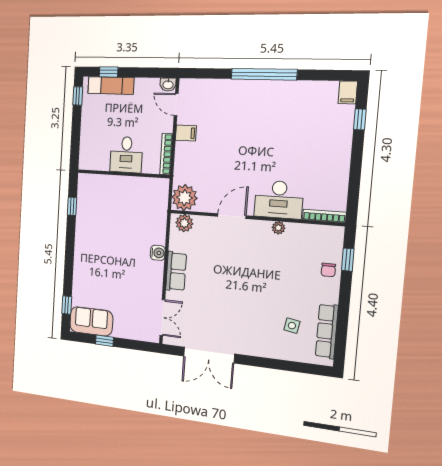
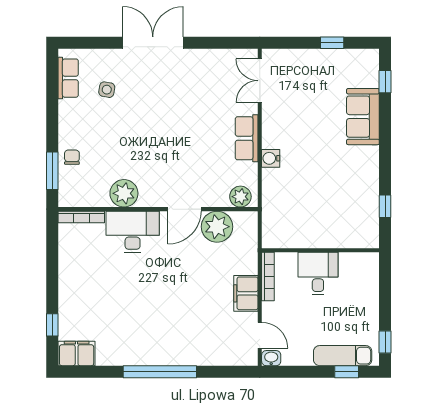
filing cabinet: (348, 92) -> (77, 353), width x2.00
filing cabinet: (186, 133) -> (246, 293), width x2.00
plant: (185, 198) -> (217, 227), moved
plant: (278, 228) -> (124, 193), width x1.87, depth x1.87
window: (348, 260) -> (52, 171), width x1.50
sofa: (91, 321) -> (363, 117), moved, turned 90
row of seats: (327, 331) -> (68, 78), width x0.68
double door: (209, 355) -> (153, 43), moved

